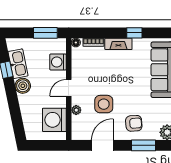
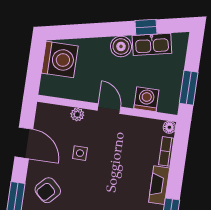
side table: (104, 104) -> (80, 153), width x0.54, depth x0.54
washing machine: (54, 120) -> (60, 60), moved, turned 90
armchair: (134, 123) -> (48, 190), turned 47

